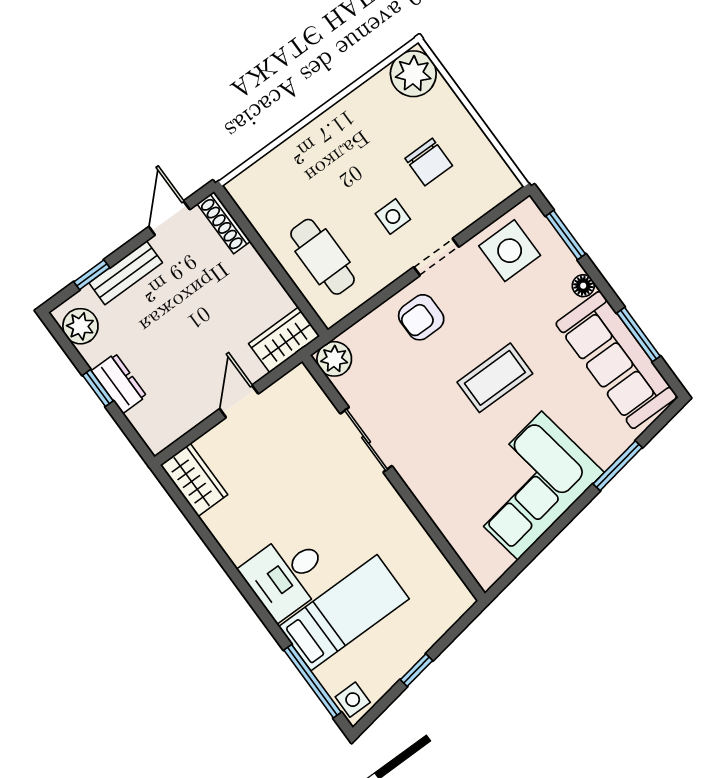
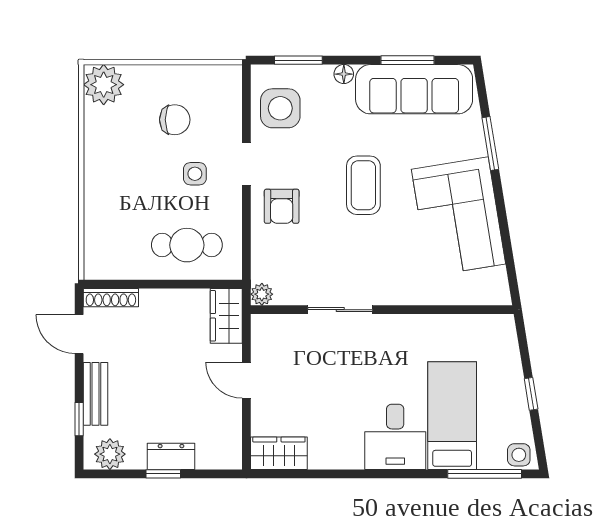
plant: (334, 359) -> (262, 294), width x0.73, depth x0.73

